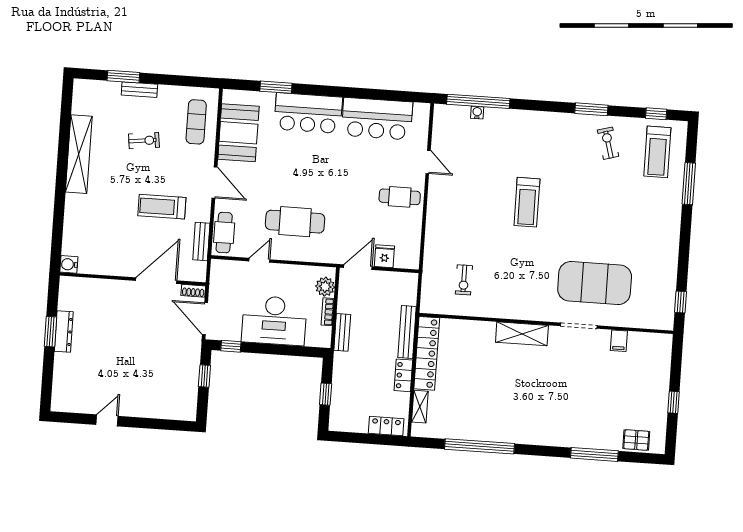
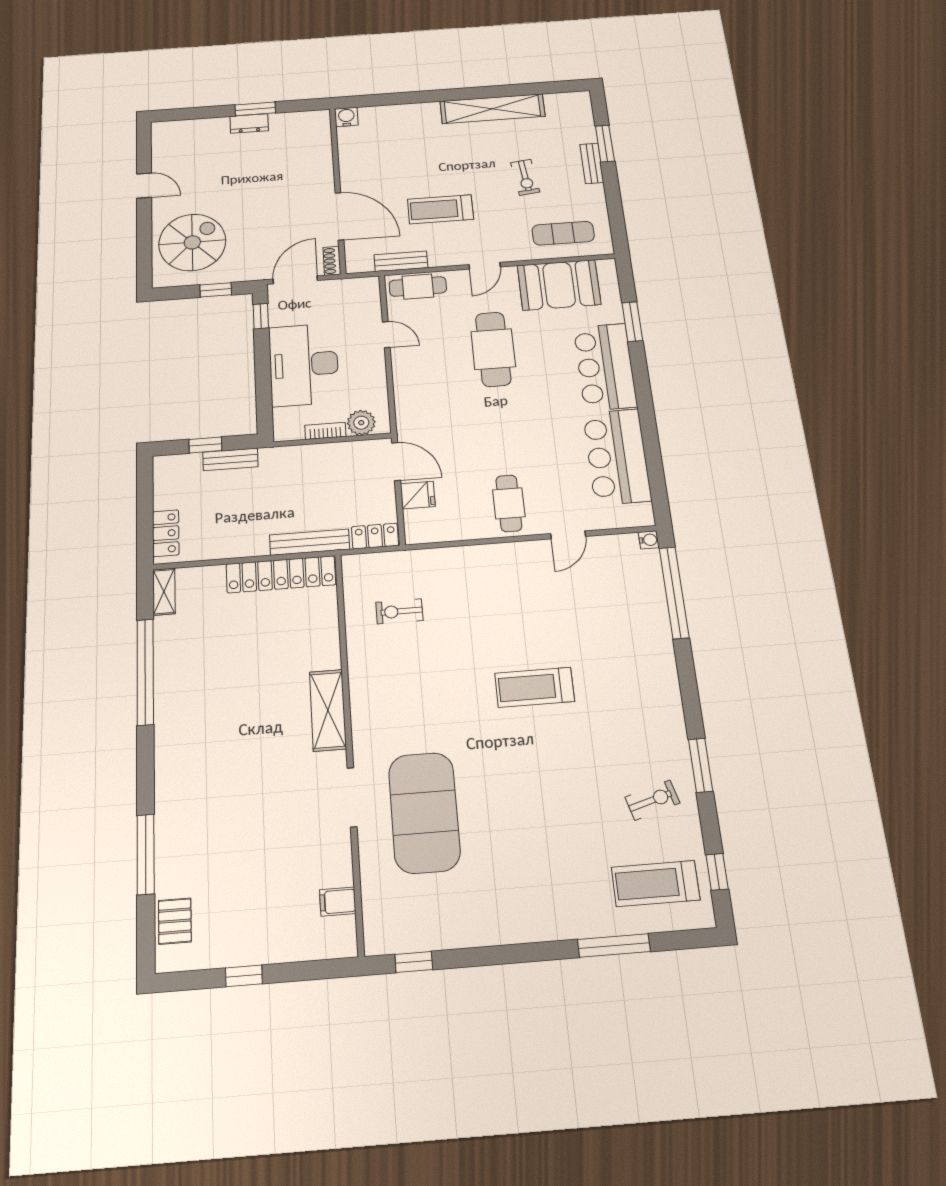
water cooler: (477, 113) -> (649, 540), moved
door: (214, 183) -> (485, 266), width x0.73
treadmill: (162, 207) -> (440, 209), turned -90
cafe table: (295, 222) -> (493, 349), moved
dresser: (64, 332) -> (249, 123), width x0.70
bench: (342, 332) -> (230, 459), moved
filing cabinet: (619, 341) -> (338, 902), moved
locker: (403, 375) -> (375, 536), moved
spiral stairs: (162, 389) -> (192, 242), added
shelving: (420, 407) -> (164, 592), moved, turned 90

